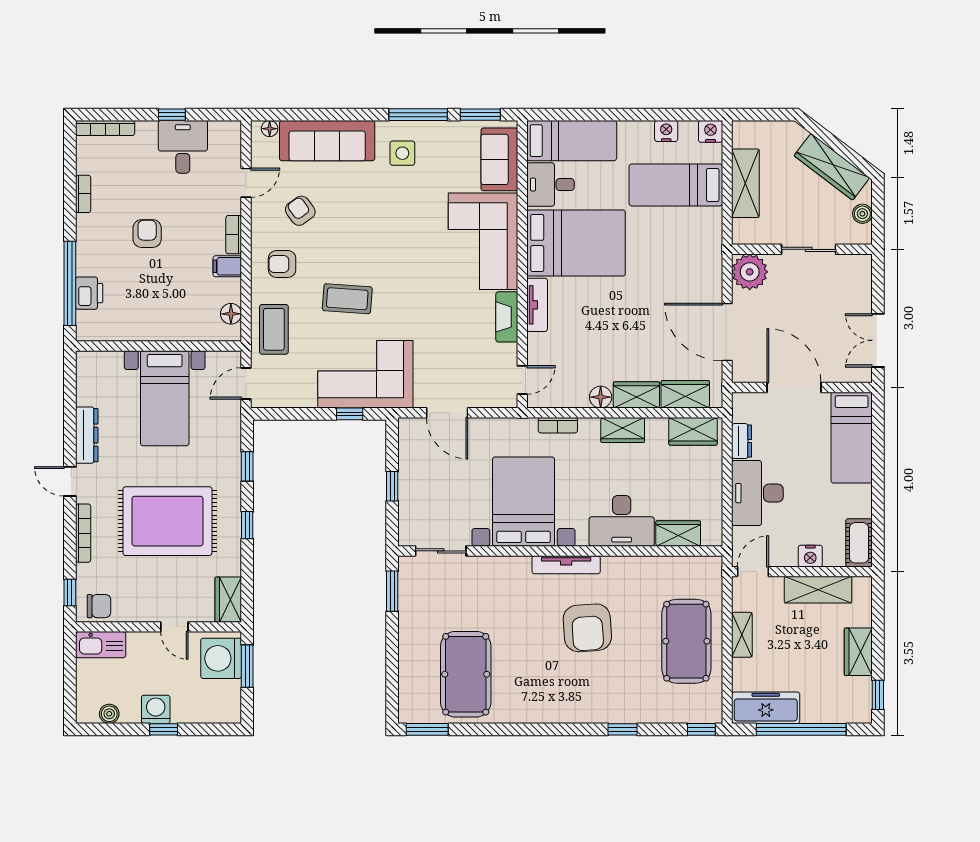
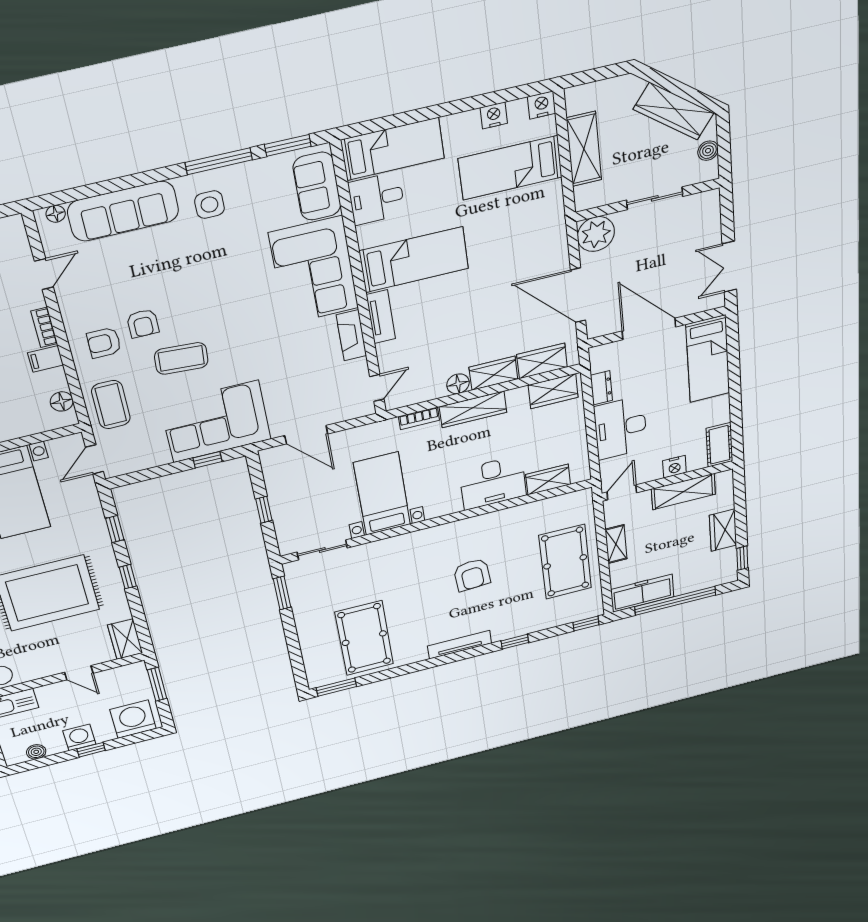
armchair: (300, 211) -> (143, 323), moved, turned -144
bed: (576, 243) -> (414, 260), width x0.67
wardrobe: (623, 430) -> (473, 409), width x1.50
bed with nightstands: (524, 502) -> (382, 494), width x0.73
tv unit: (566, 565) -> (460, 645), moved, turned 180
armchair: (587, 628) -> (472, 575), width x0.73, depth x0.73
washing machine: (221, 658) -> (133, 719), moved, turned 90

